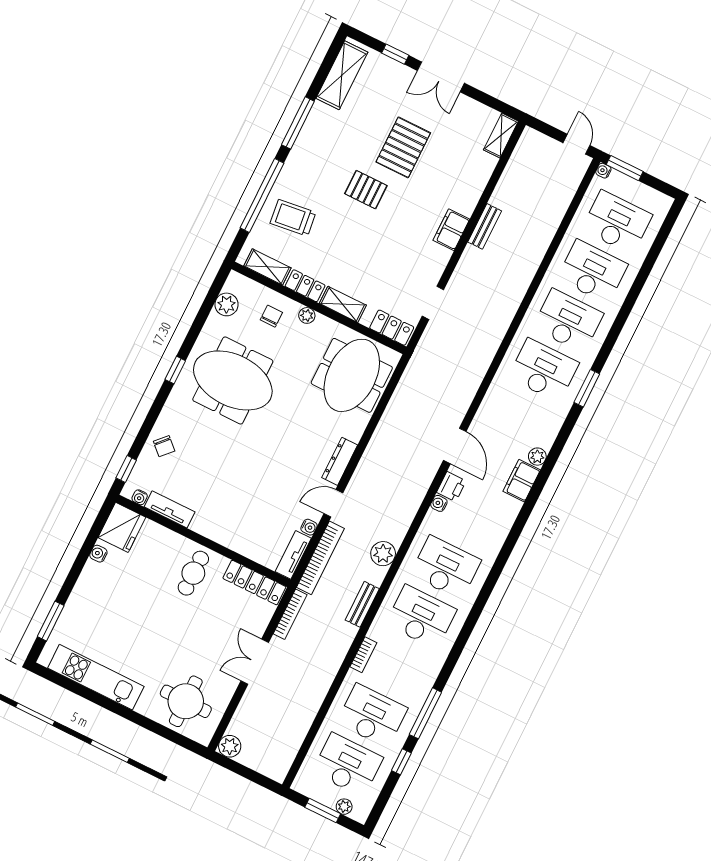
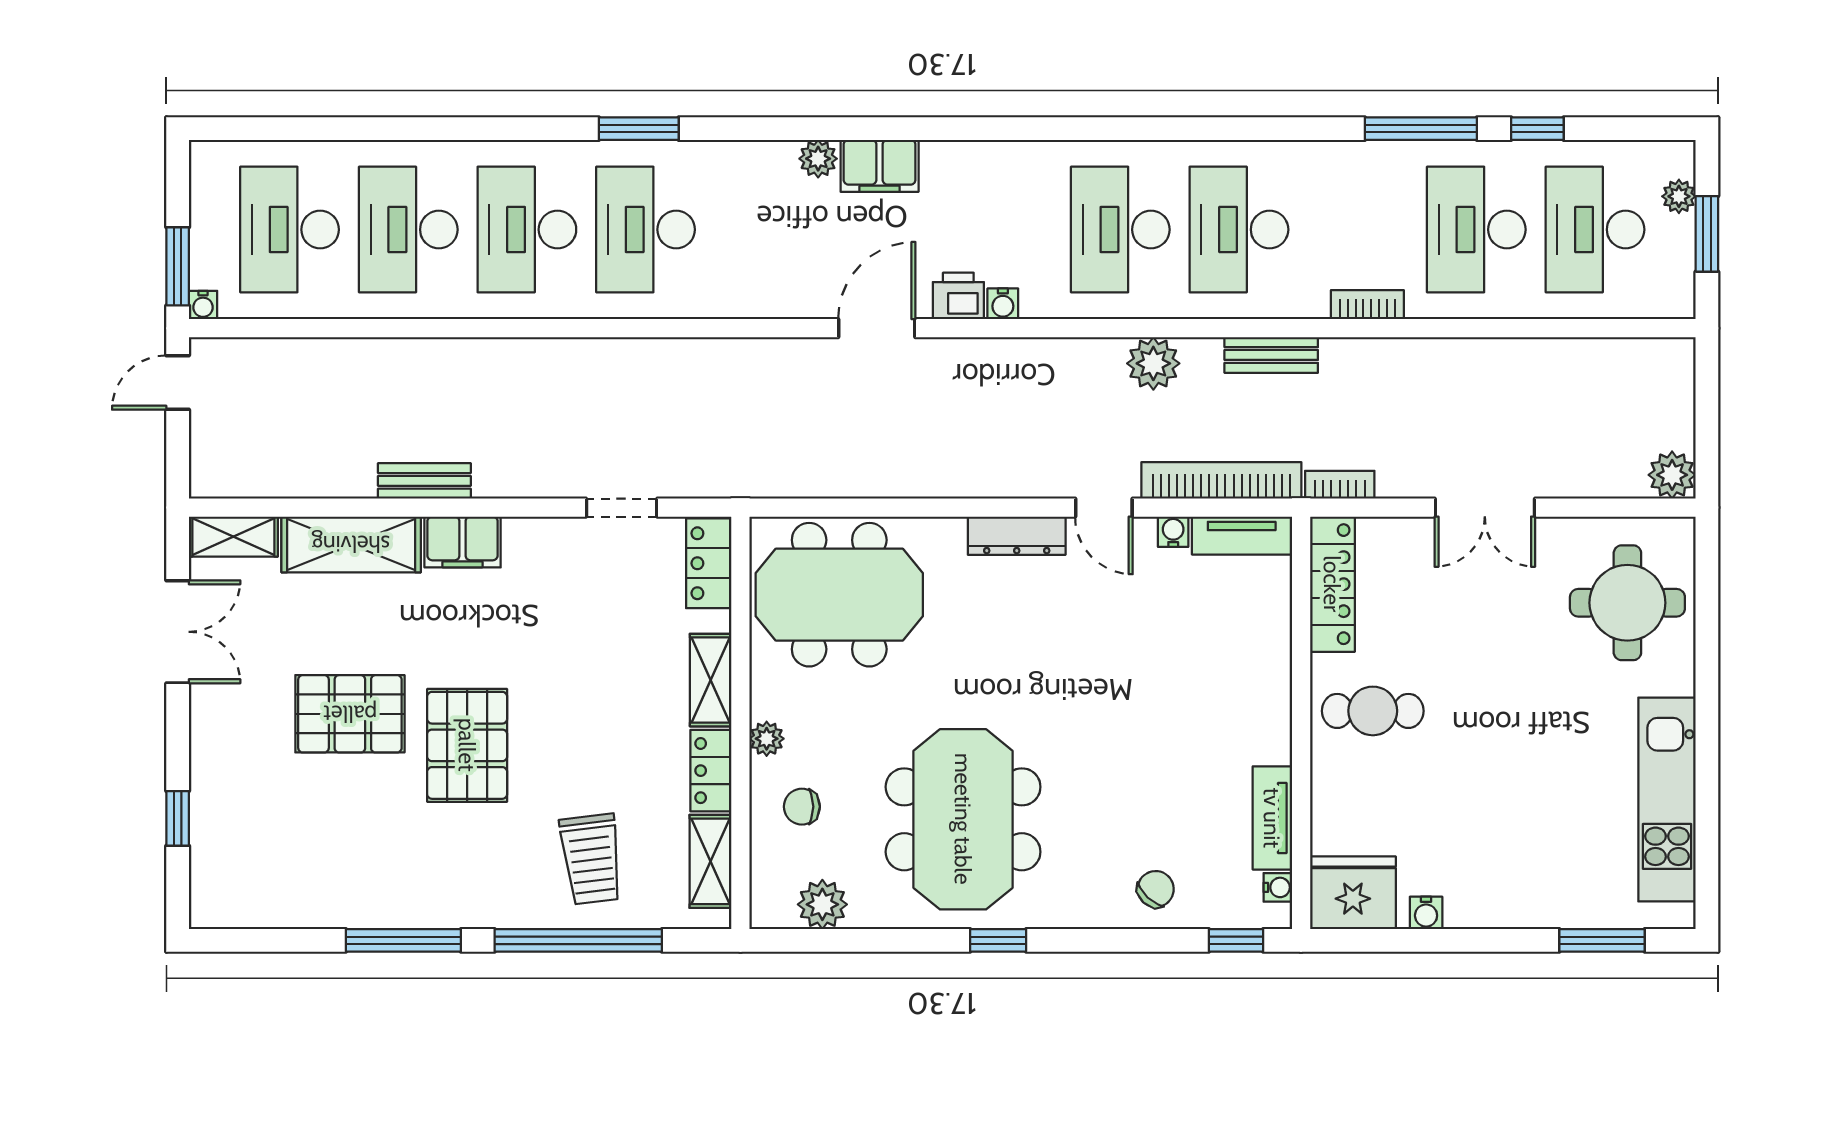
shelving: (342, 75) -> (351, 544), moved
double door: (441, 77) -> (178, 632), moved
pallet: (366, 190) -> (467, 745), width x1.50, depth x1.42
bookcase: (290, 614) -> (1340, 485), width x0.64

